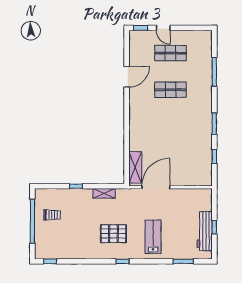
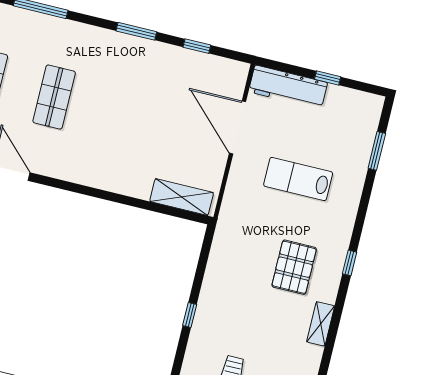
door: (156, 187) -> (238, 127), moved
shelving: (104, 193) -> (321, 324), moved
workbench: (205, 231) -> (288, 87), moved
lab bench: (153, 237) -> (298, 179), moved

